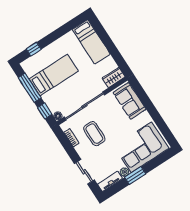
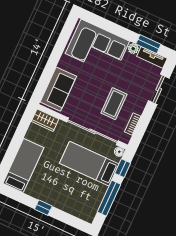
window: (34, 49) -> (43, 208), moved
bed: (54, 75) -> (89, 164), moved
window: (135, 176) -> (148, 44), moved

